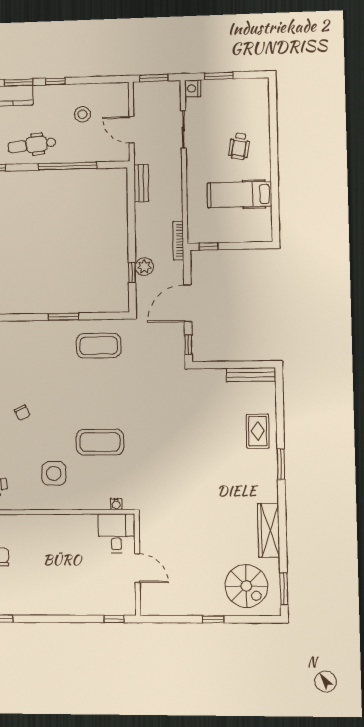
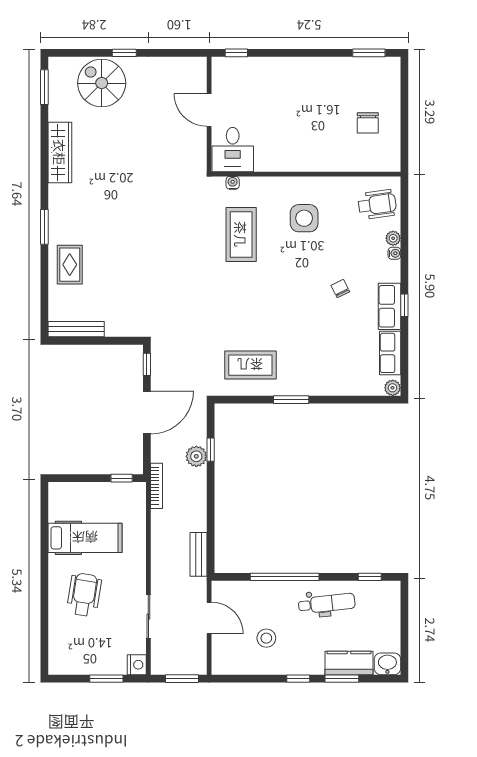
wheelchair: (239, 146) -> (84, 595), width x1.36, depth x1.37
coffee table: (100, 442) -> (241, 234), moved, turned 90
spiral stairs: (246, 586) -> (102, 83), moved

